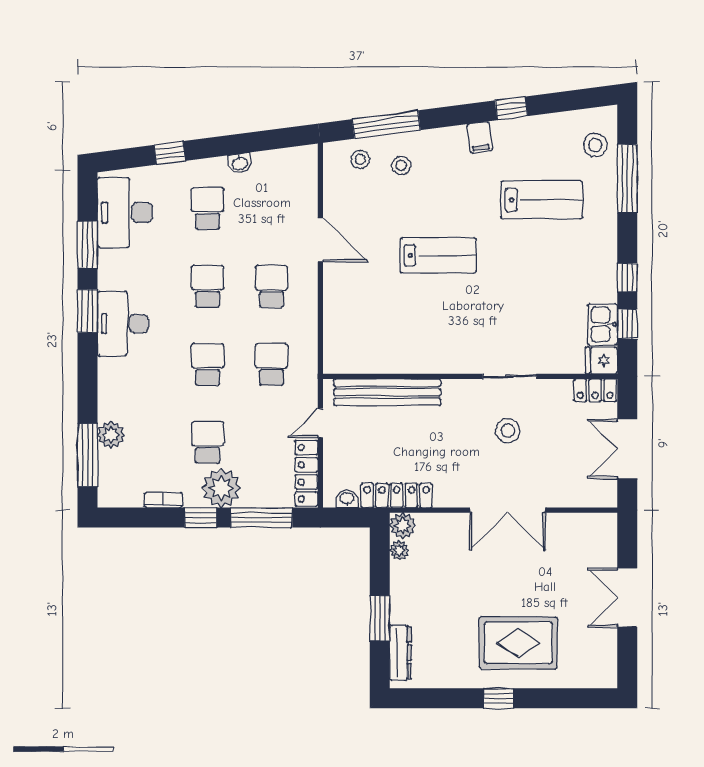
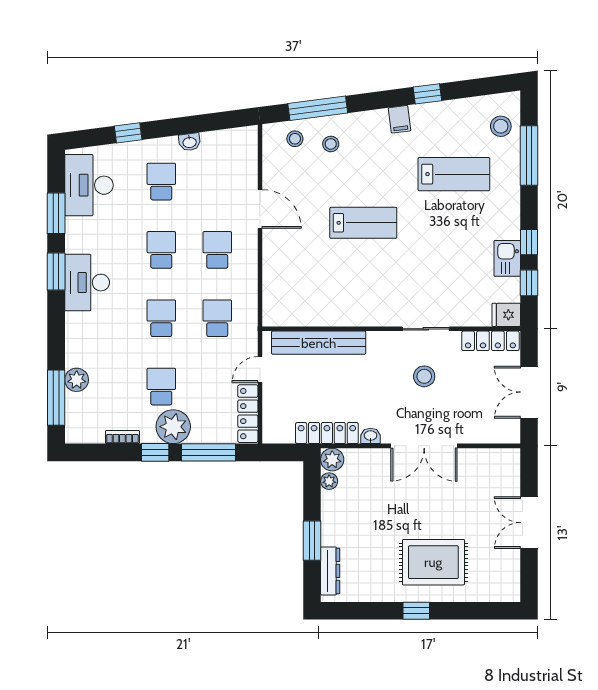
kitchen sink: (602, 324) -> (507, 258), moved
locker: (595, 390) -> (490, 341), width x1.53
washbasin: (347, 499) -> (371, 436), moved

